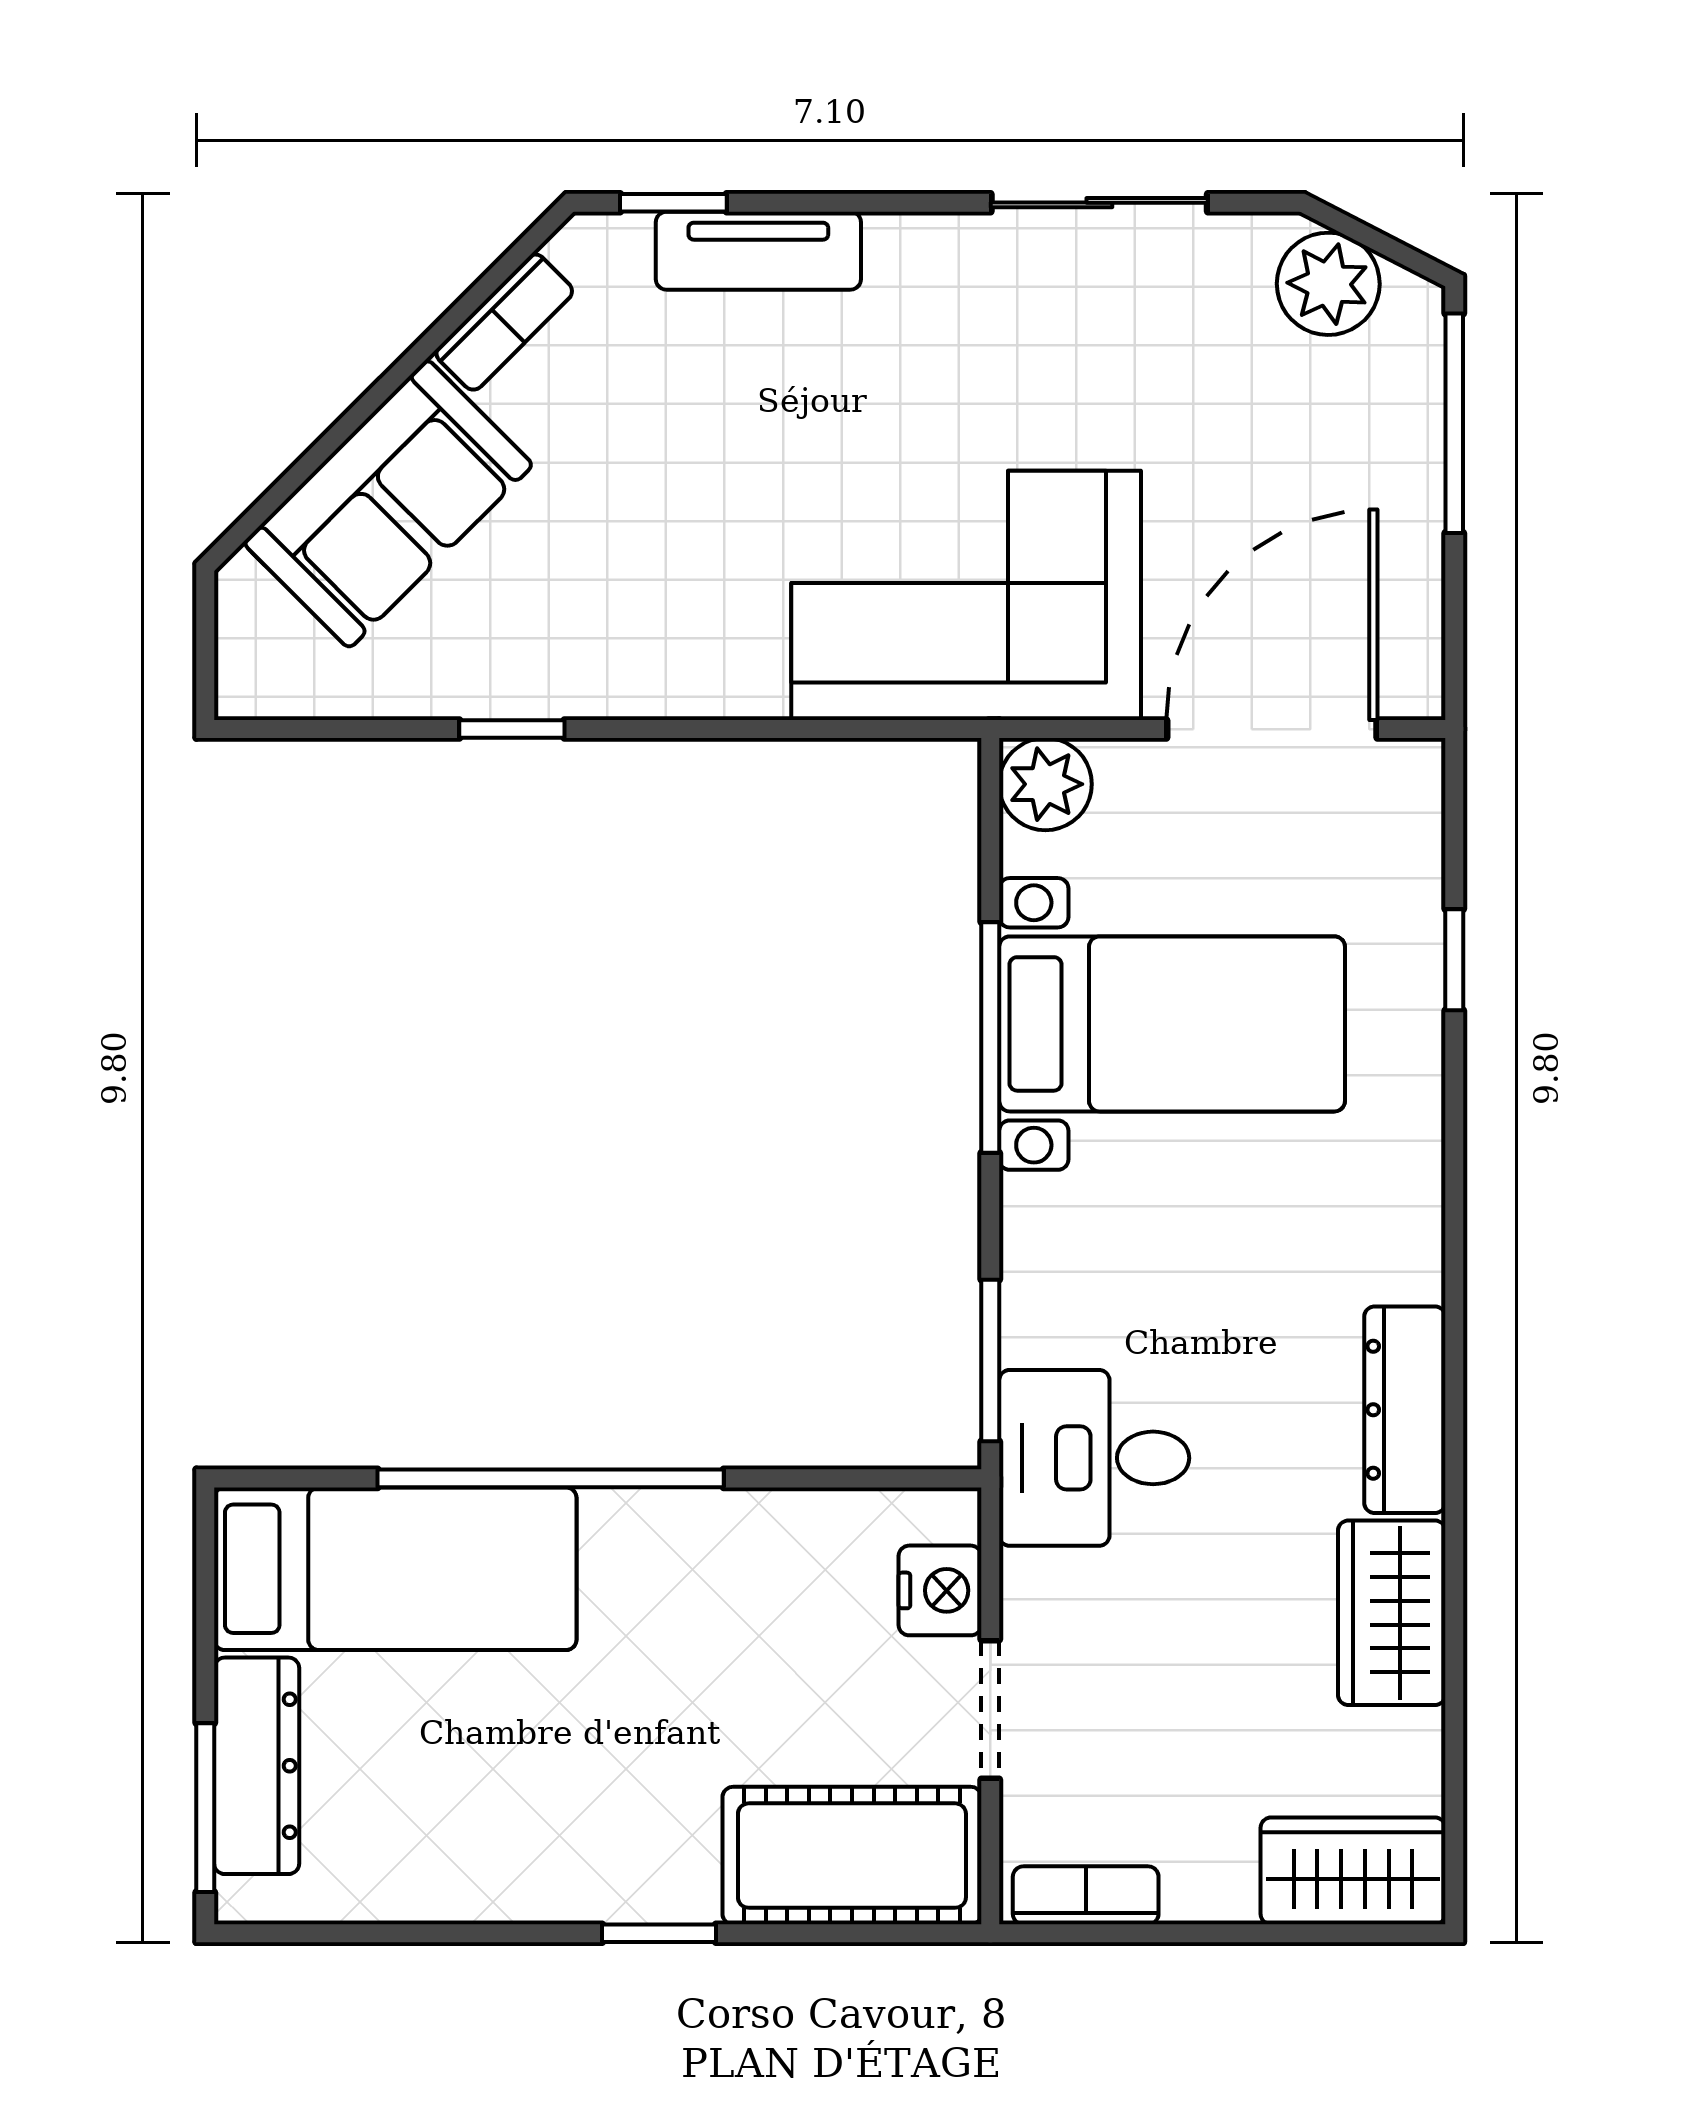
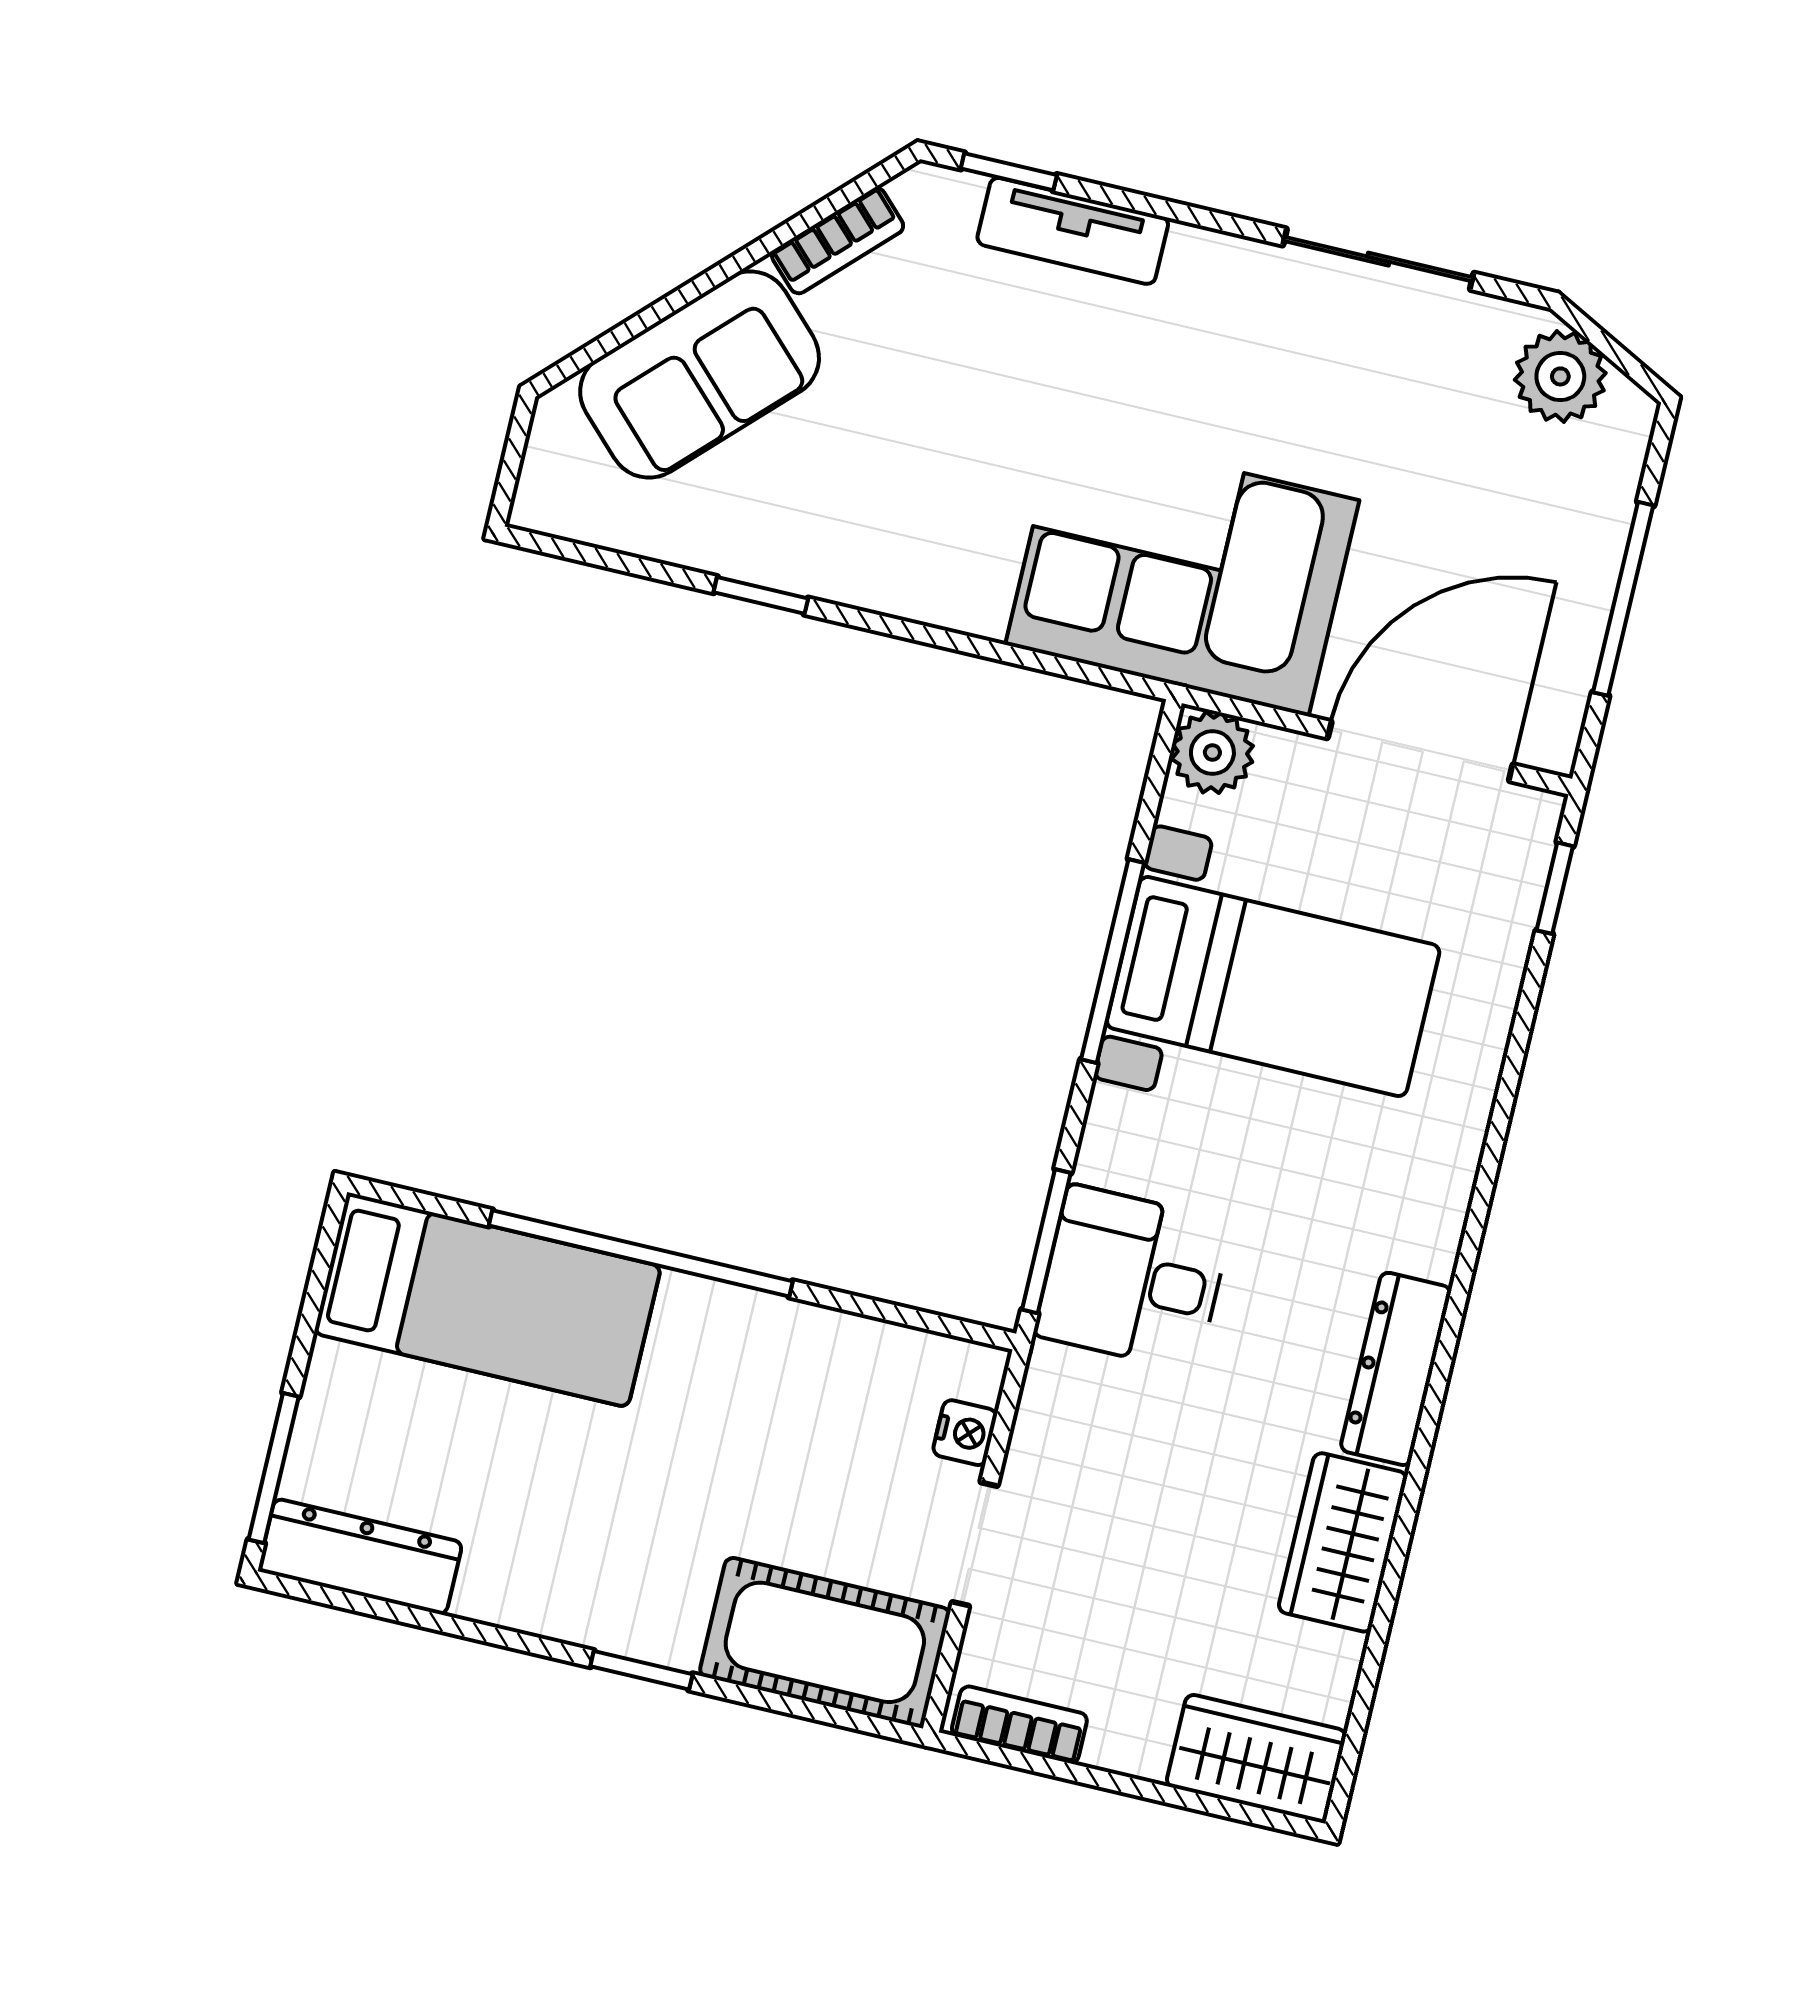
window: (1454, 423) -> (1623, 599), moved
window: (1454, 960) -> (1555, 888), moved
desk: (1094, 1458) -> (1133, 1278), moved
nightstand: (940, 1590) -> (965, 1433), width x0.72, depth x0.74
dresser: (257, 1766) -> (360, 1557), moved, turned -90

